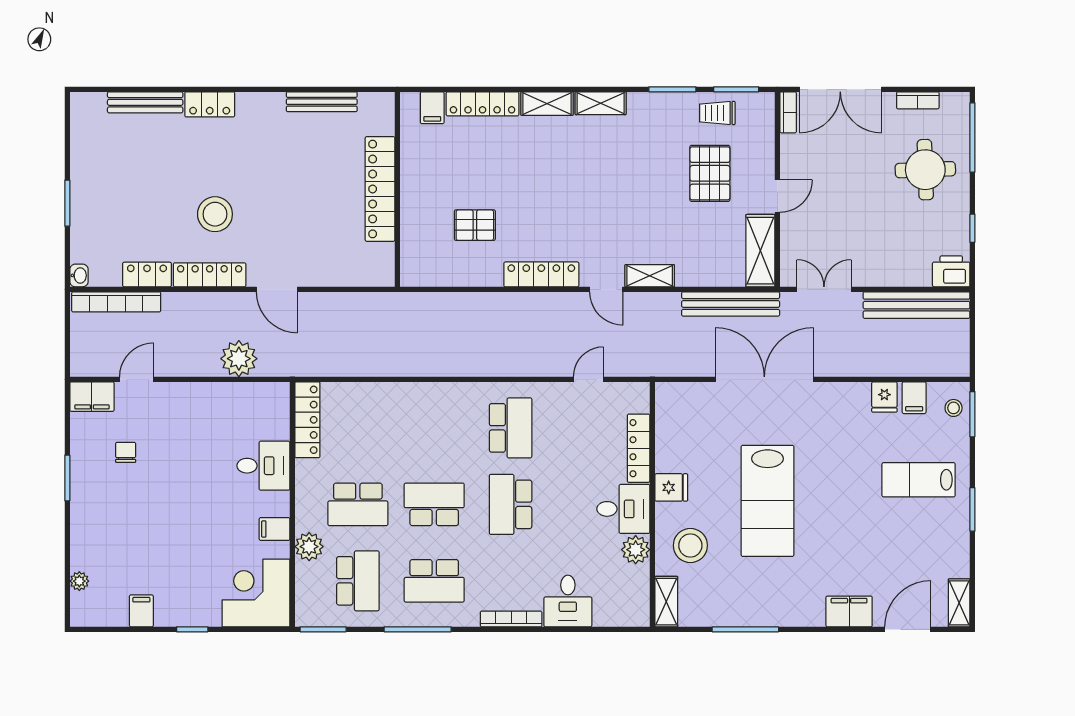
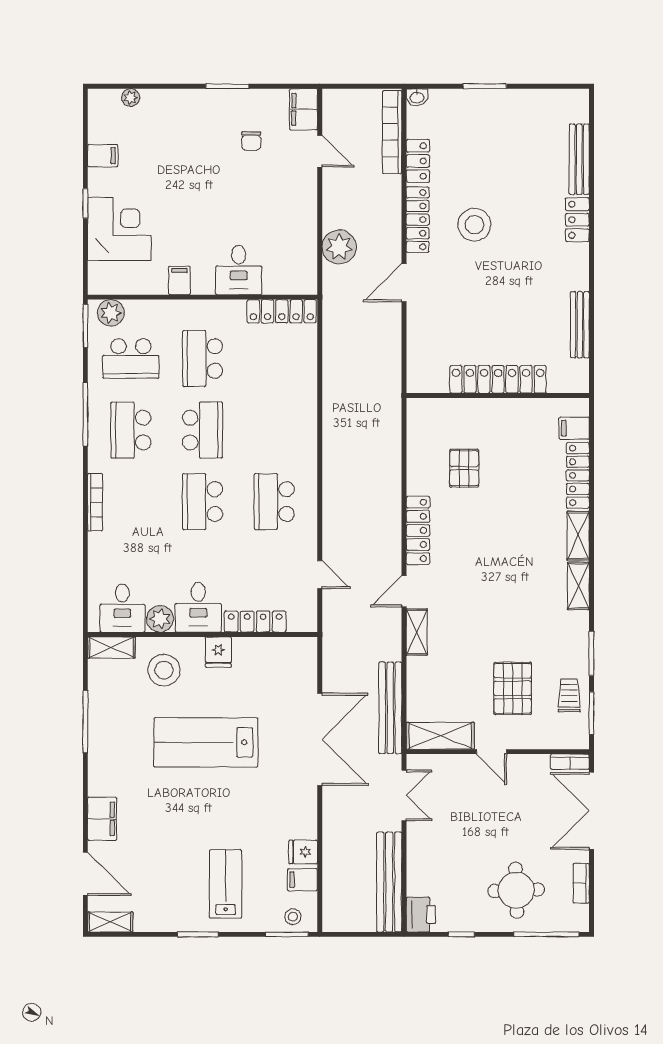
pallet: (710, 173) -> (513, 688), turned 90
school desk: (511, 428) -> (274, 502), turned 90
chair: (126, 452) -> (251, 141), turned 90
school desk: (511, 504) -> (203, 502), turned -90
plant: (309, 547) -> (111, 313), moved
corner desk: (256, 593) -> (119, 229), moved
desk: (568, 601) -> (122, 608), moved, turned -90

